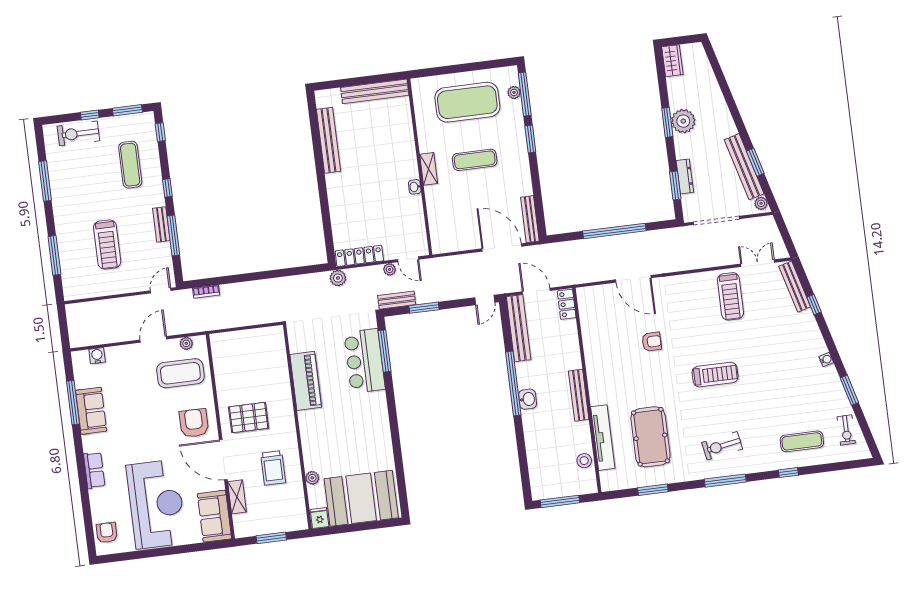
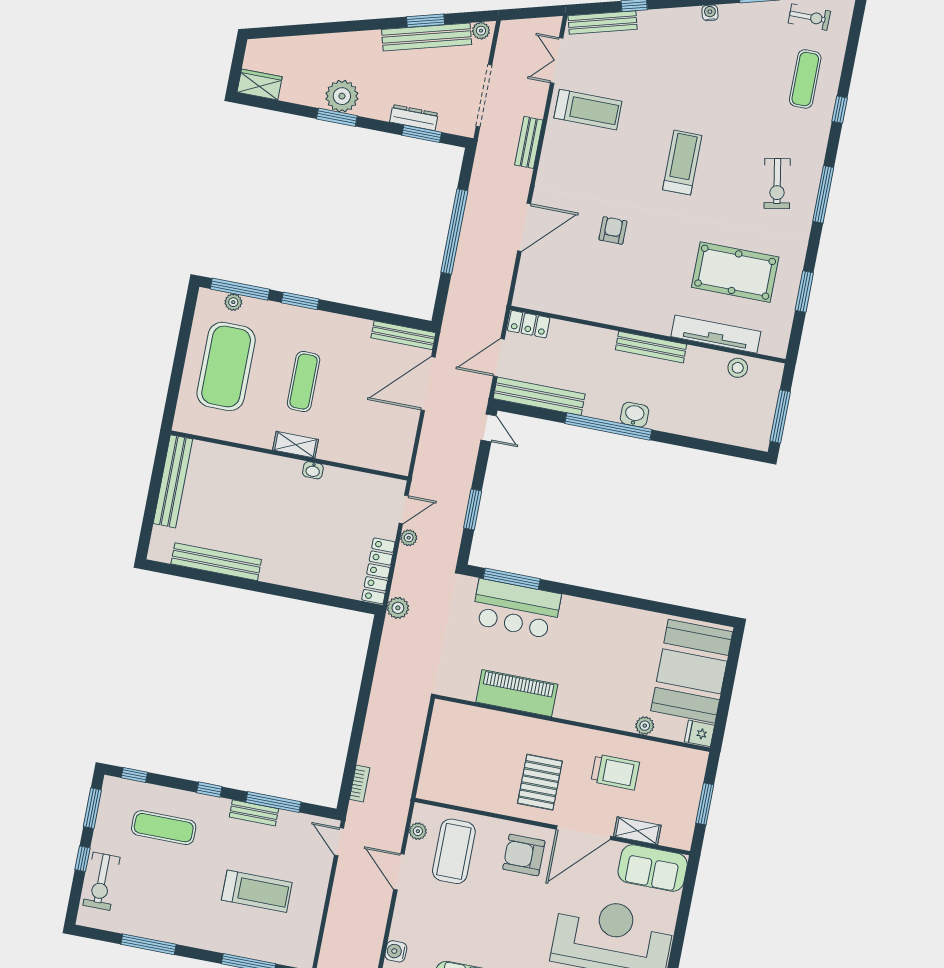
bench: (397, 300) -> (529, 142), moved

